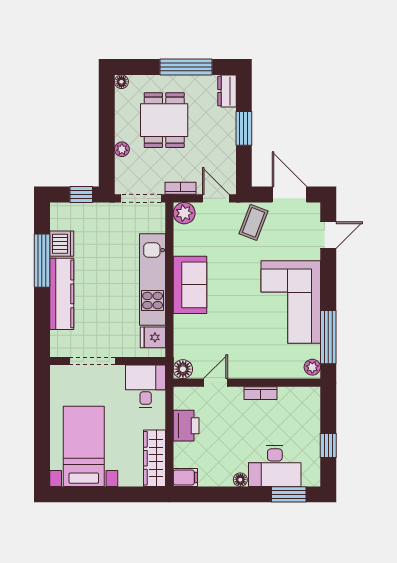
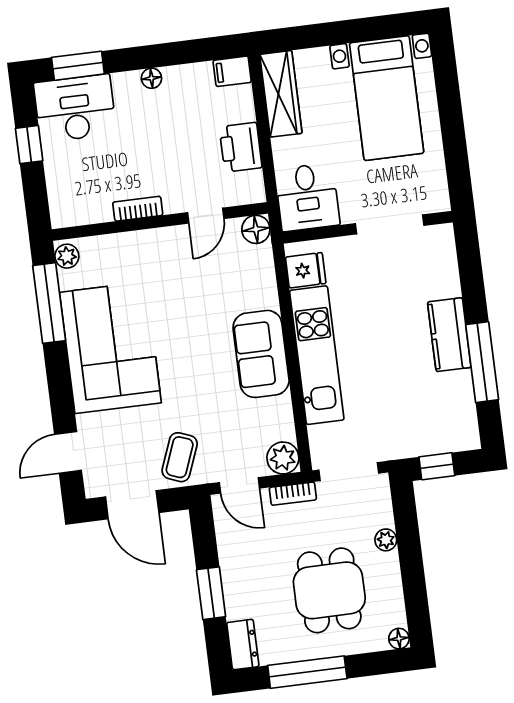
dishwasher: (62, 244) -> (456, 391), removed
kitchen counter: (62, 294) -> (449, 335), width x0.67
desk: (275, 466) -> (75, 108), moved

